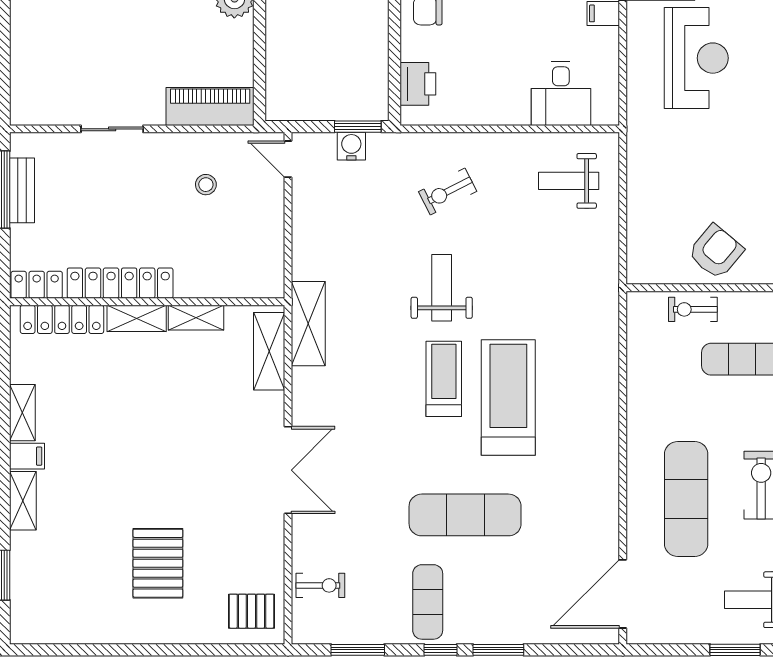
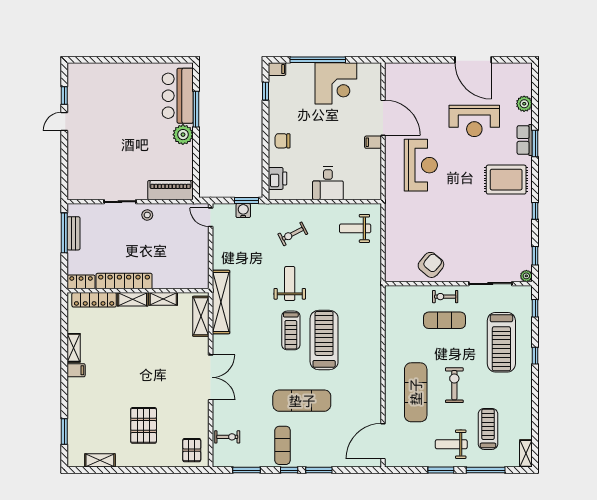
desk: (561, 94) -> (328, 183), moved
stool: (206, 185) -> (147, 215), moved
exercise bike: (693, 309) -> (445, 297), moved
shelving: (308, 324) -> (221, 302), width x1.47
treadmill: (444, 379) -> (291, 330), turned 180
shelving: (23, 501) -> (100, 460), moved, turned 90
pallet: (251, 611) -> (192, 450), turned 90

